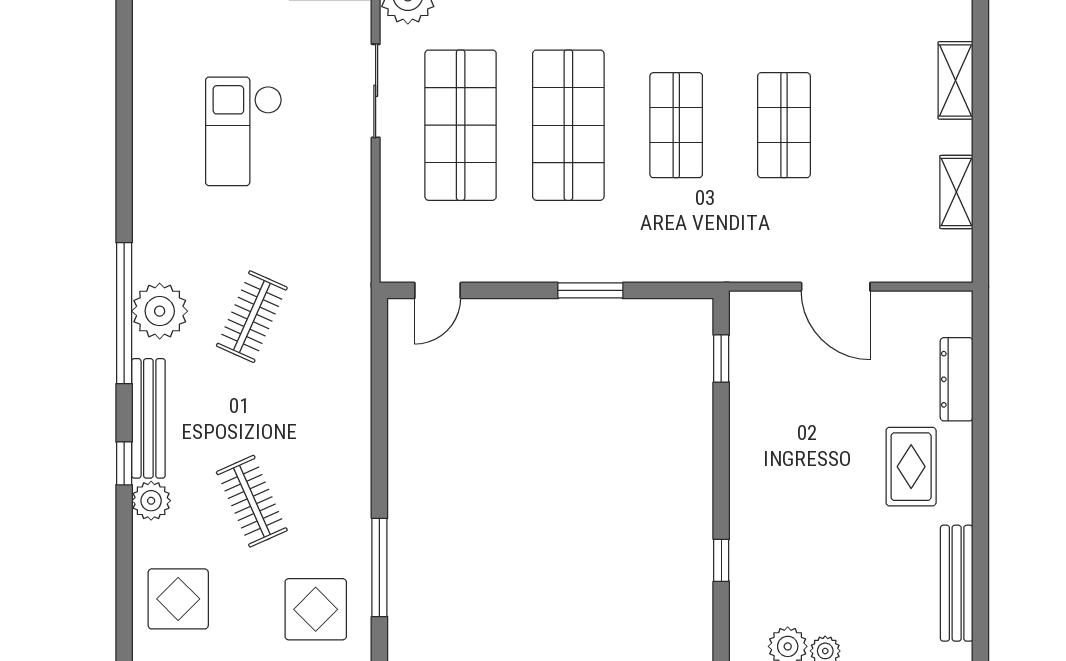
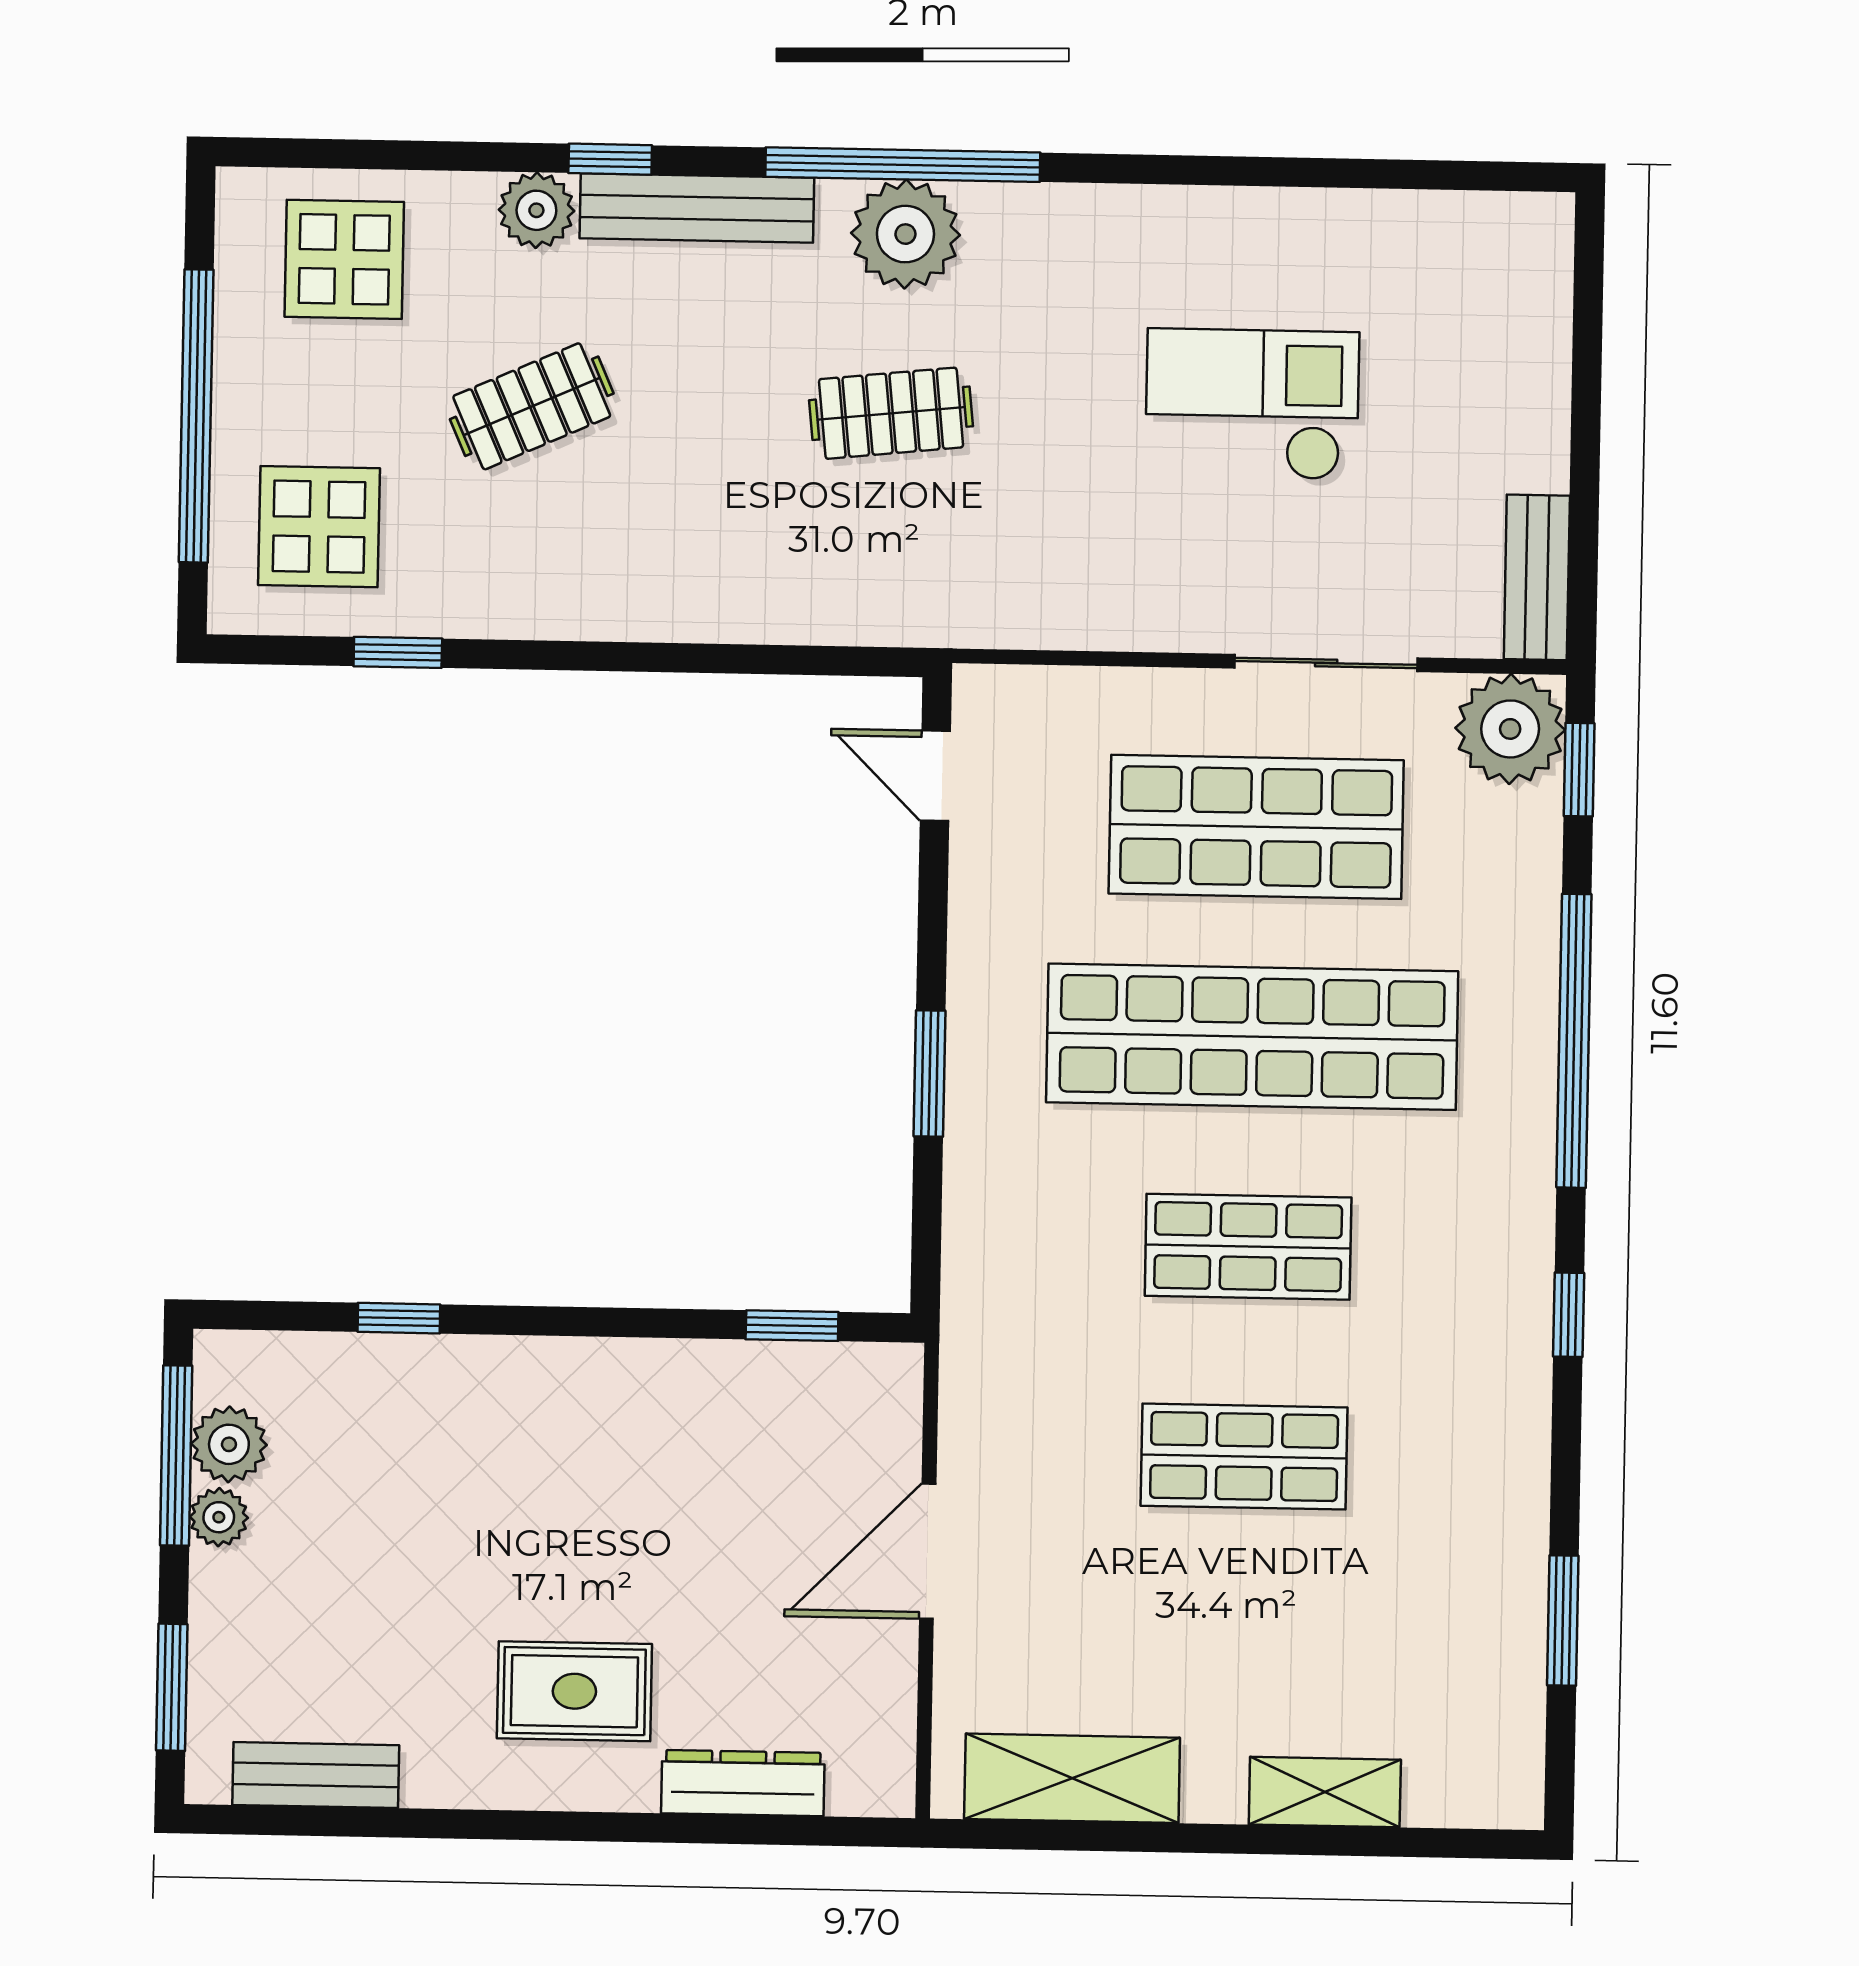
shop shelf: (568, 125) -> (1252, 1037), width x1.40
shelving: (956, 192) -> (1072, 1778), width x1.50, depth x1.33
clothes rail: (252, 317) -> (891, 413), turned -30
window: (379, 568) -> (398, 652), width x0.46
bench: (957, 583) -> (316, 1775), width x0.73

